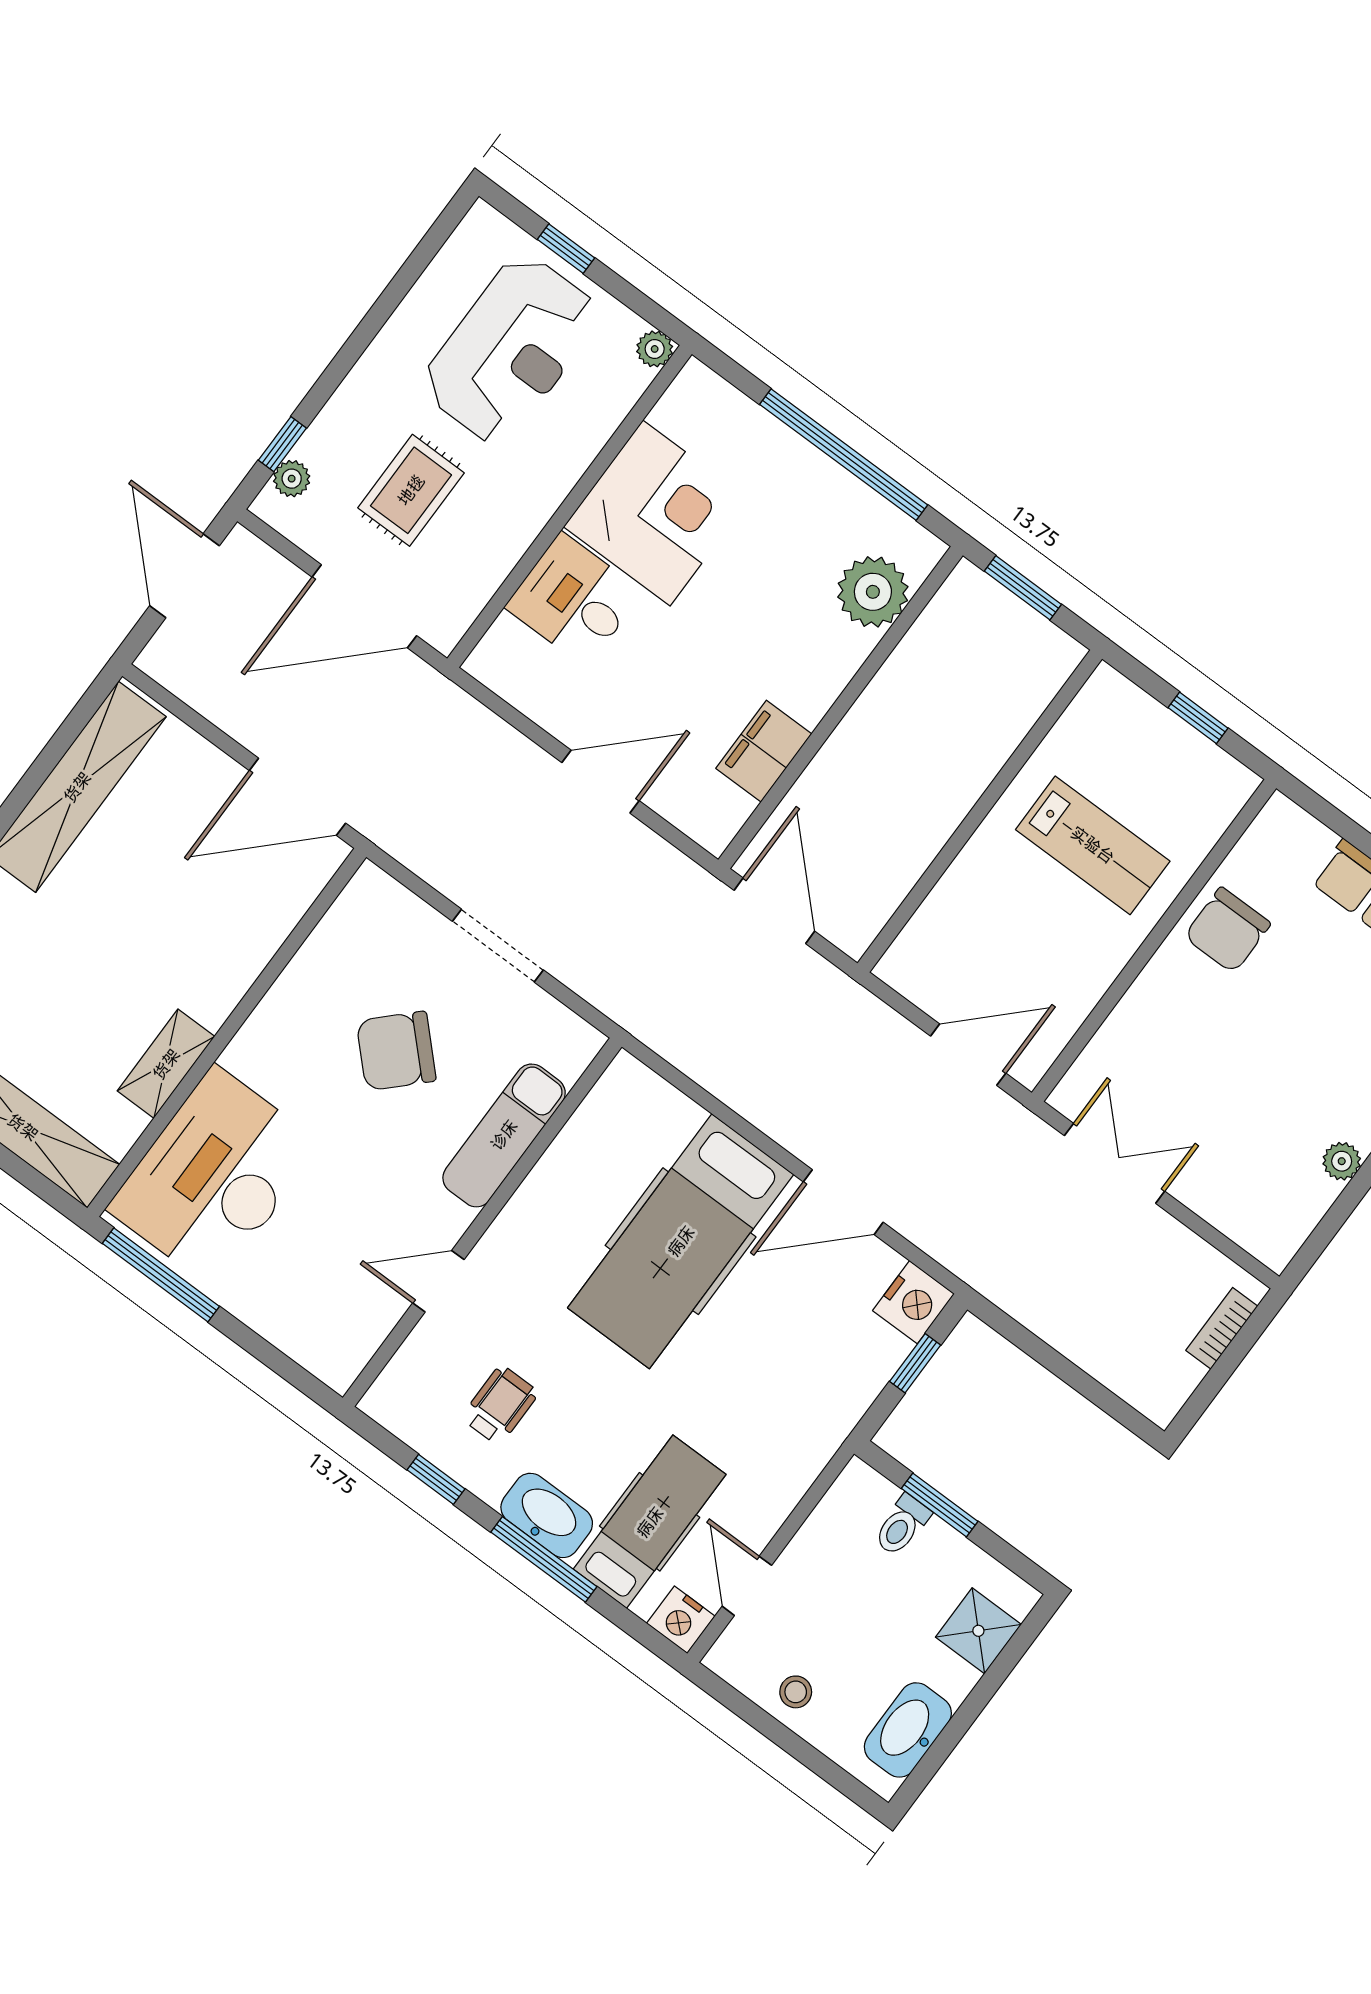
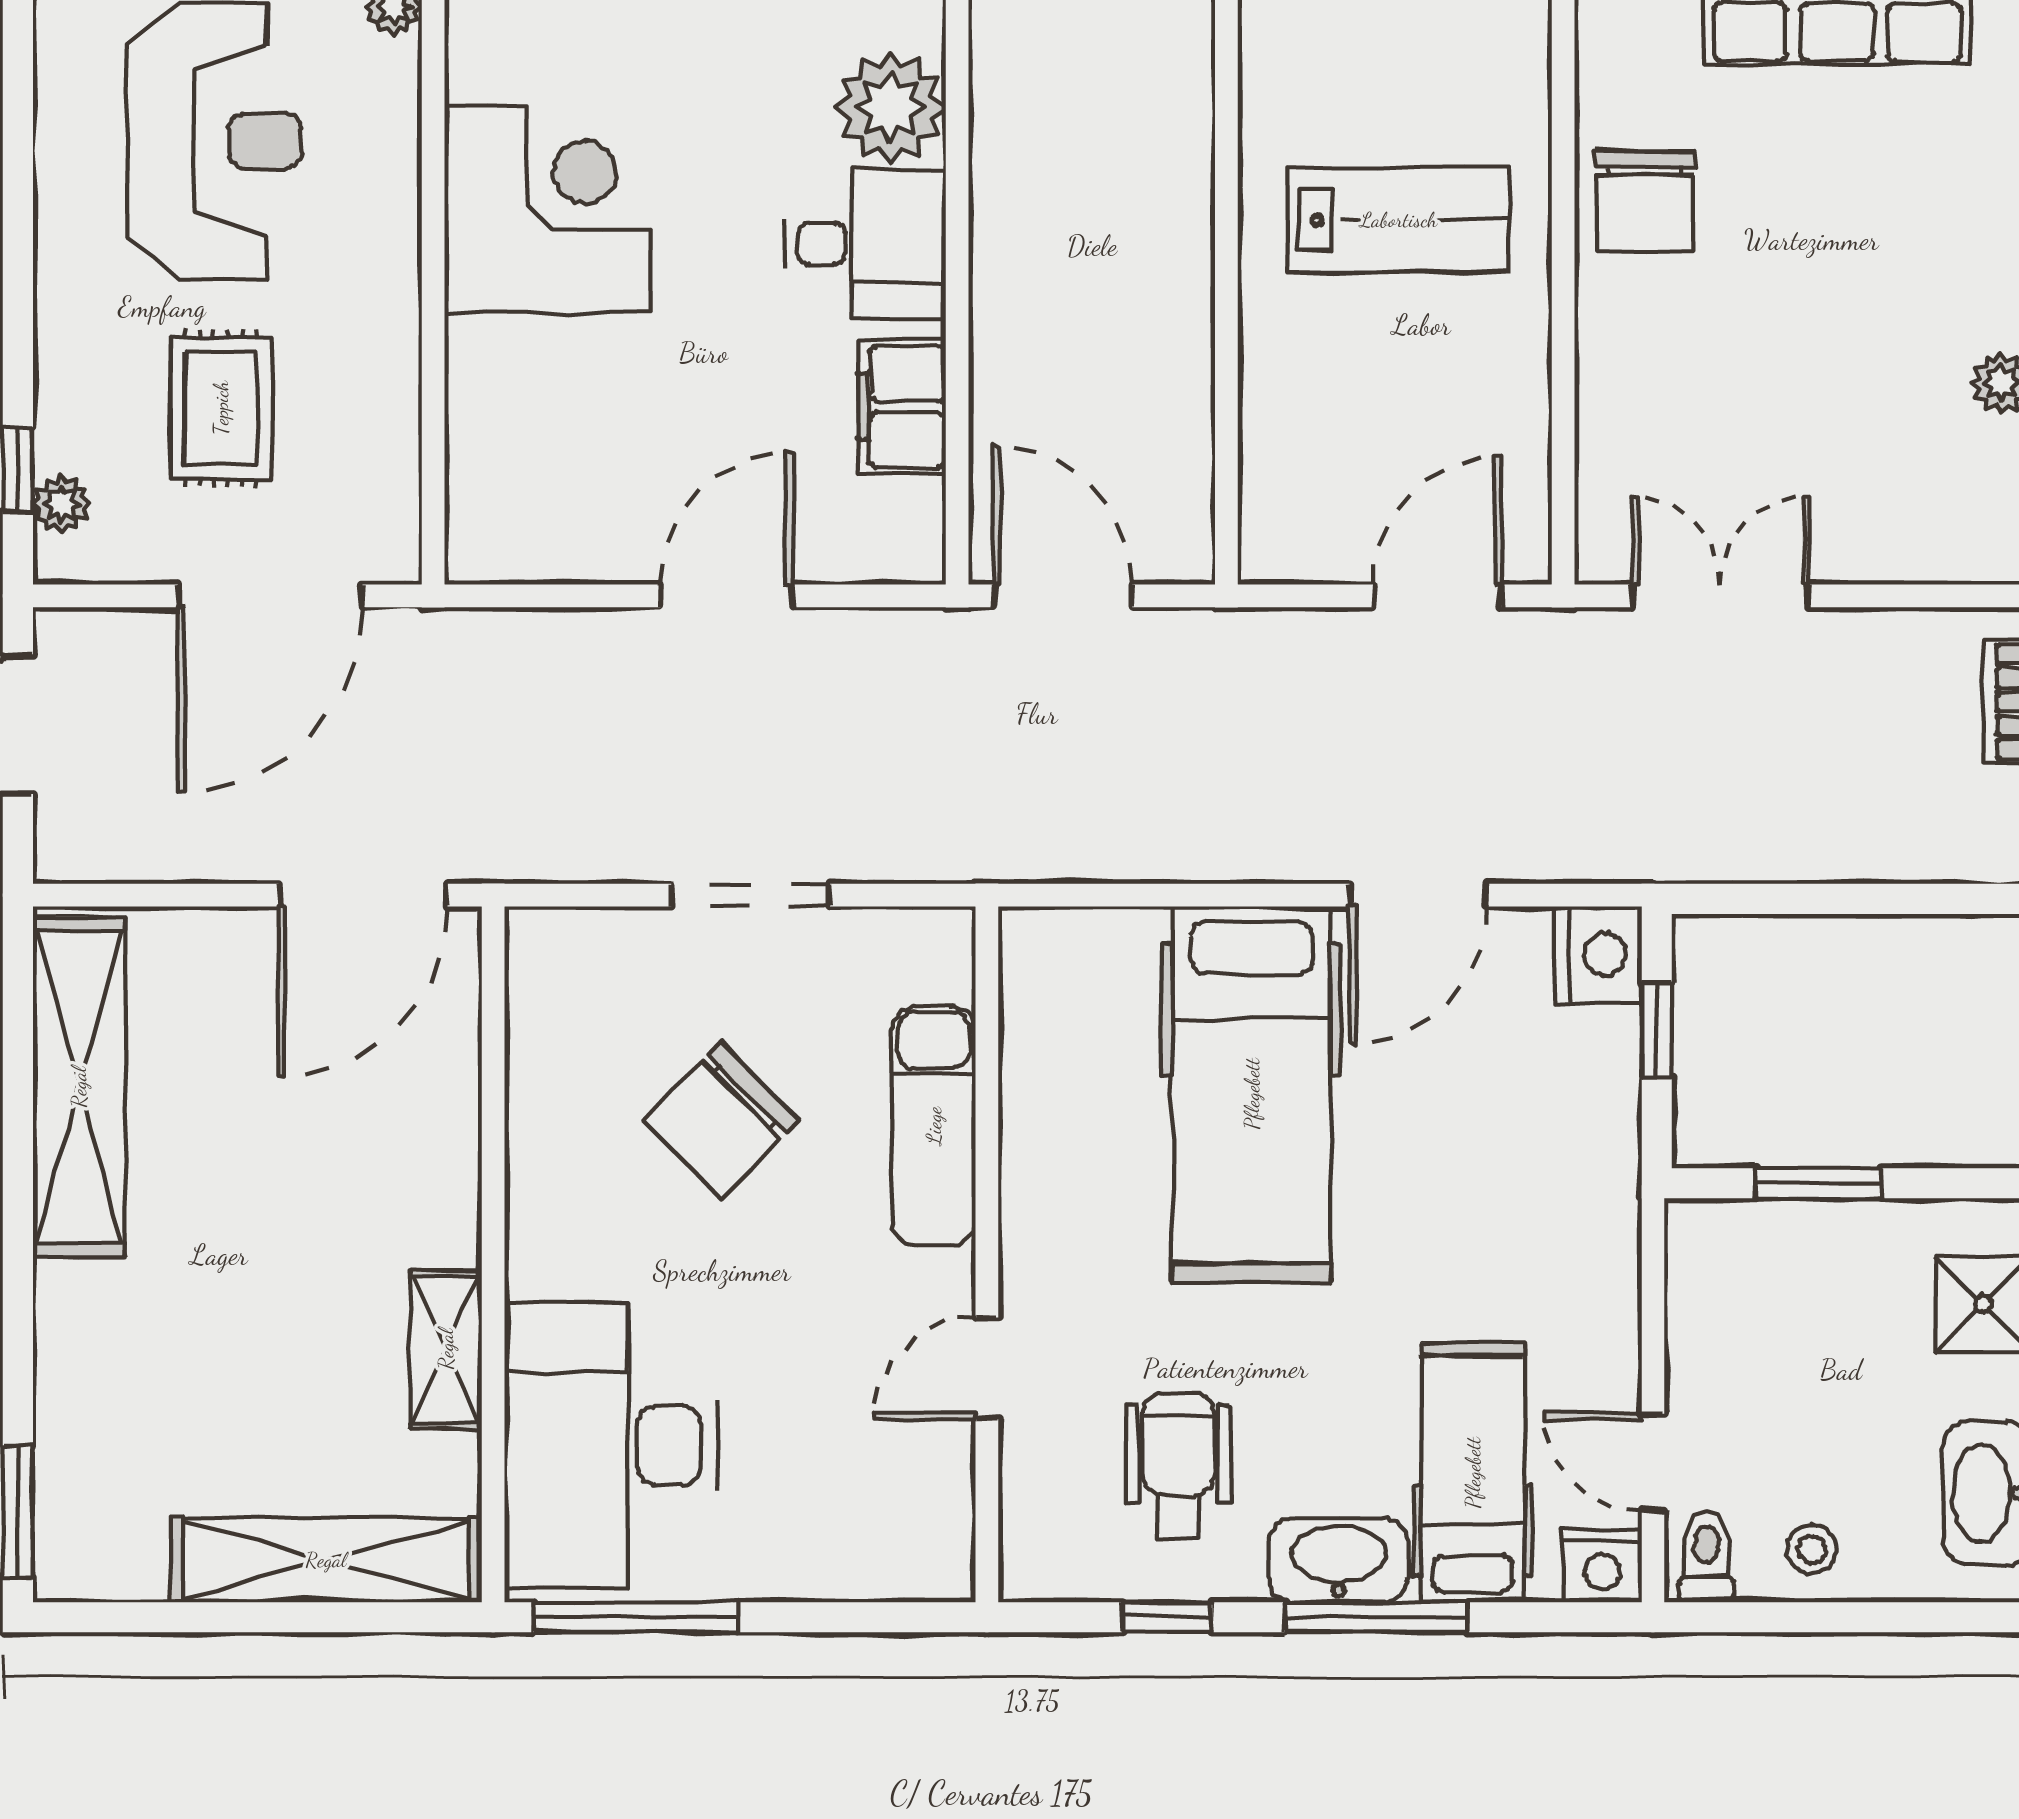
desk: (574, 600) -> (865, 244), moved, turned 180
wheelchair: (500, 1405) -> (1178, 1466), width x1.36, depth x1.37
toilet: (902, 1525) -> (1706, 1557), moved, turned 180

